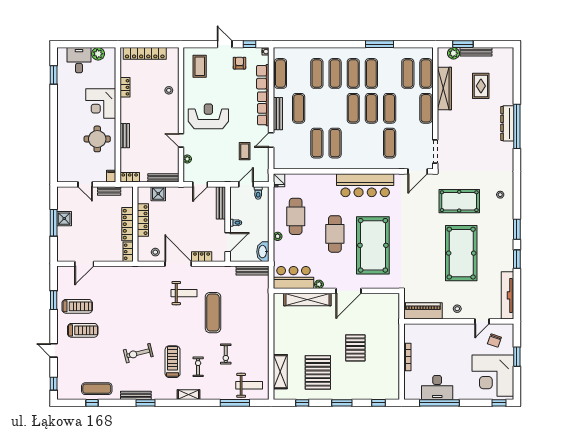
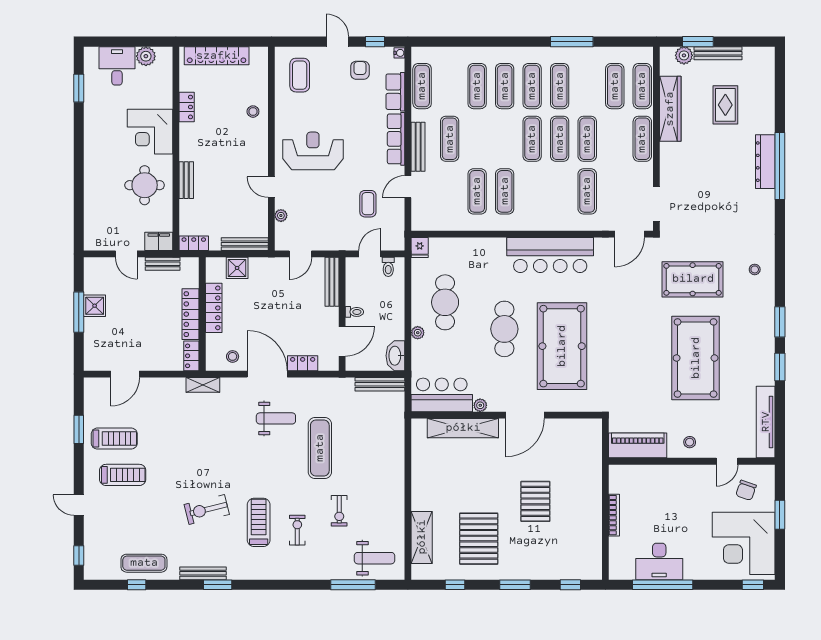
filing cabinet: (111, 176) -> (159, 241), width x2.00
shelving: (189, 395) -> (203, 385), moved

